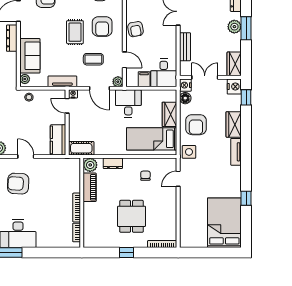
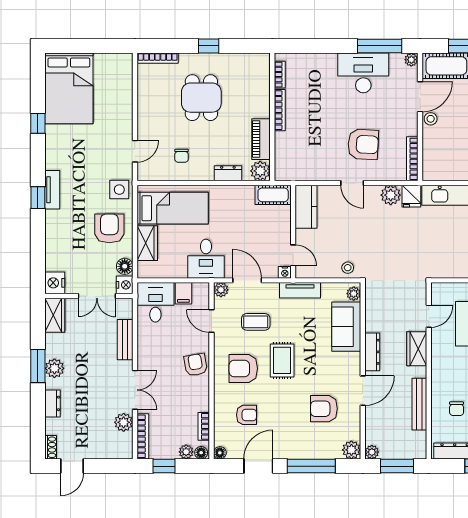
armchair: (102, 26) -> (243, 368), turned -90
window: (246, 97) -> (38, 198), moved
wardrobe: (234, 124) -> (56, 229), removed

